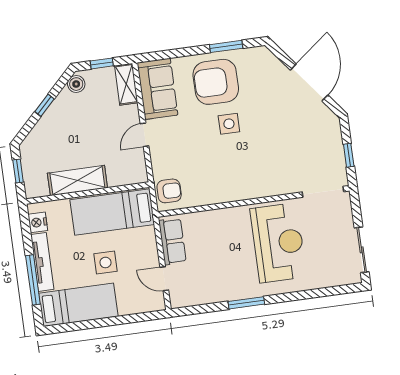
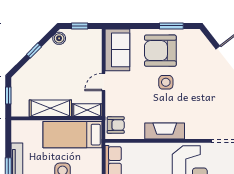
shelving: (126, 84) -> (87, 110), moved, turned 90
fireplace: (237, 190) -> (165, 131), added
nightstand: (38, 222) -> (17, 135), removed

